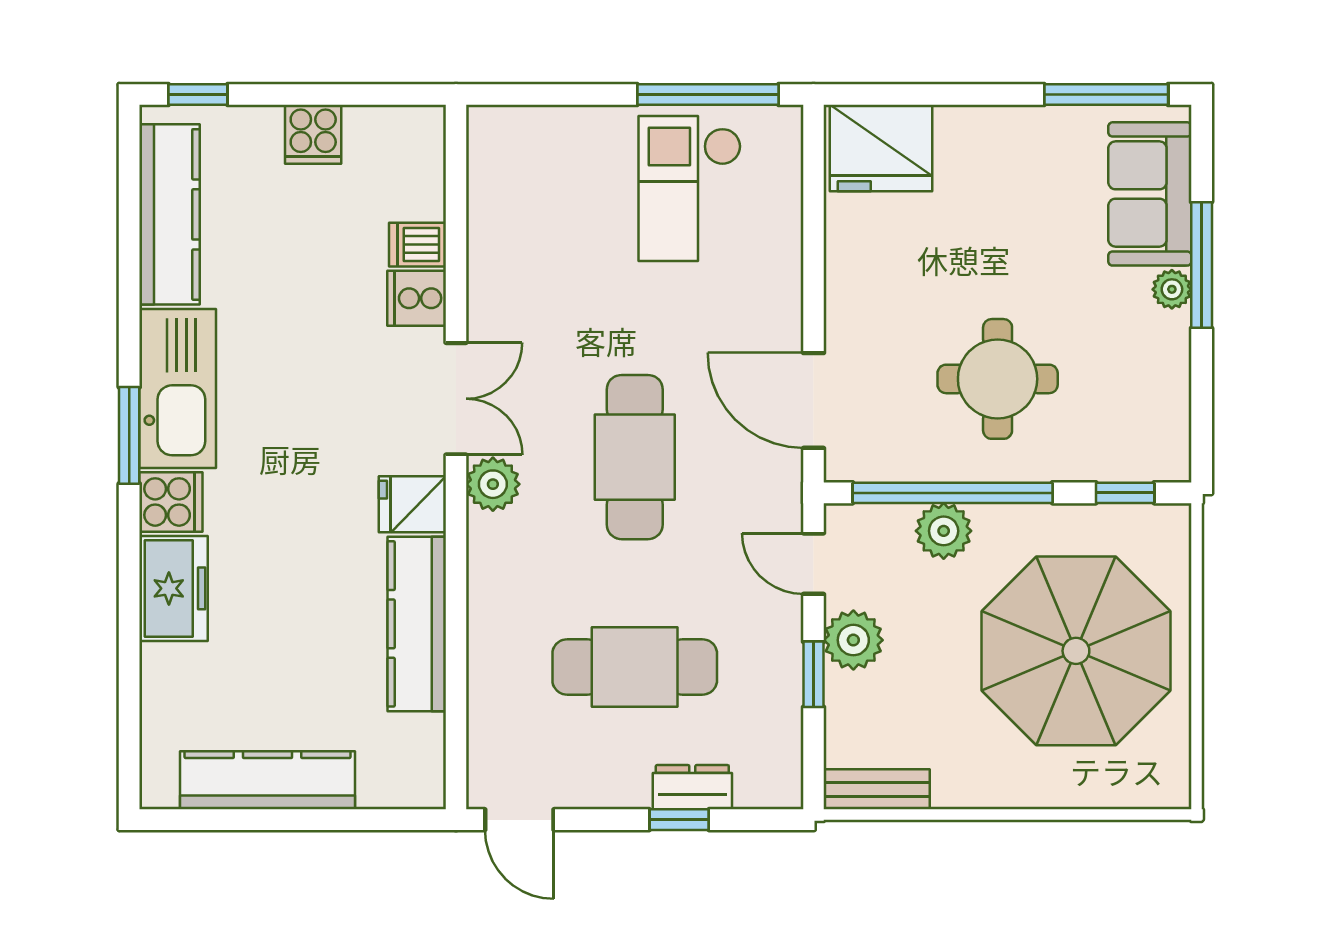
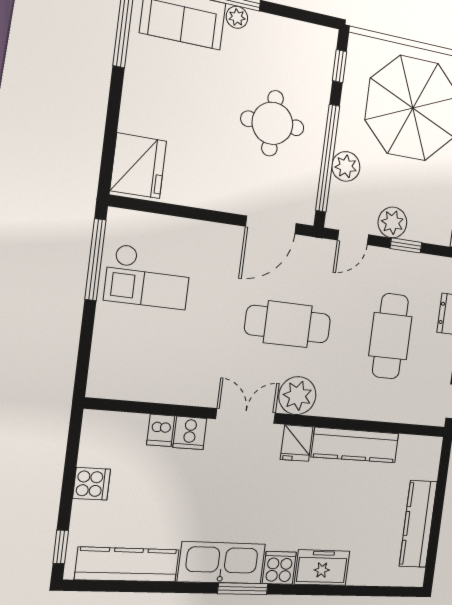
plant: (493, 484) -> (297, 396), width x1.36, depth x1.36

